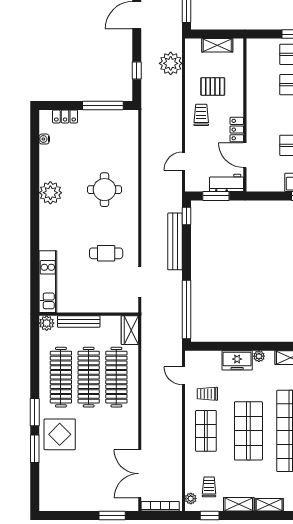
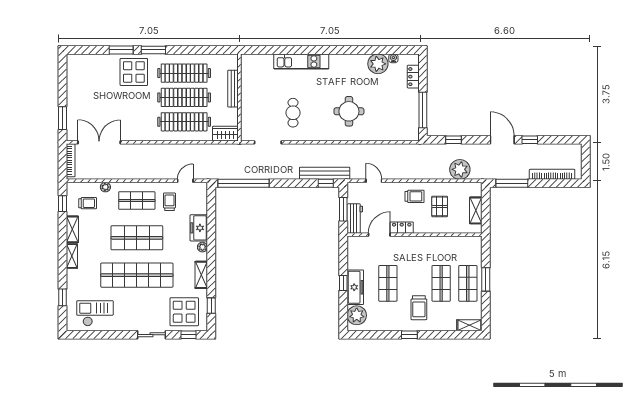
plant: (50, 193) -> (378, 64), moved
bench: (175, 241) -> (325, 173), moved
kitchen unit: (48, 282) -> (301, 62), moved
plant: (47, 323) -> (232, 60), removed
plant: (191, 499) -> (105, 187), moved

